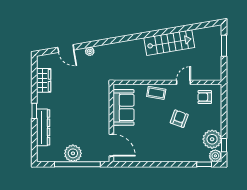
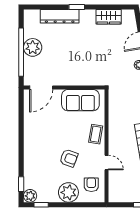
plant: (212, 139) -> (68, 192), moved

